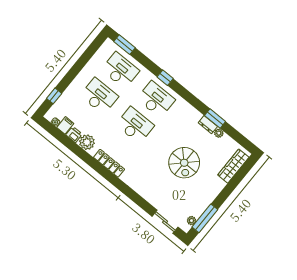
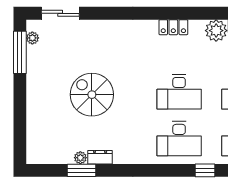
window: (165, 78) -> (205, 170), moved
window: (215, 118) -> (81, 170), moved
locker: (109, 163) -> (173, 27), width x0.66
wardrobe: (233, 166) -> (35, 135), removed

